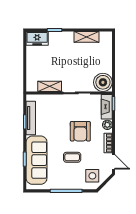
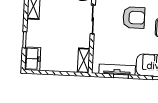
shelving: (50, 86) -> (84, 60), moved

